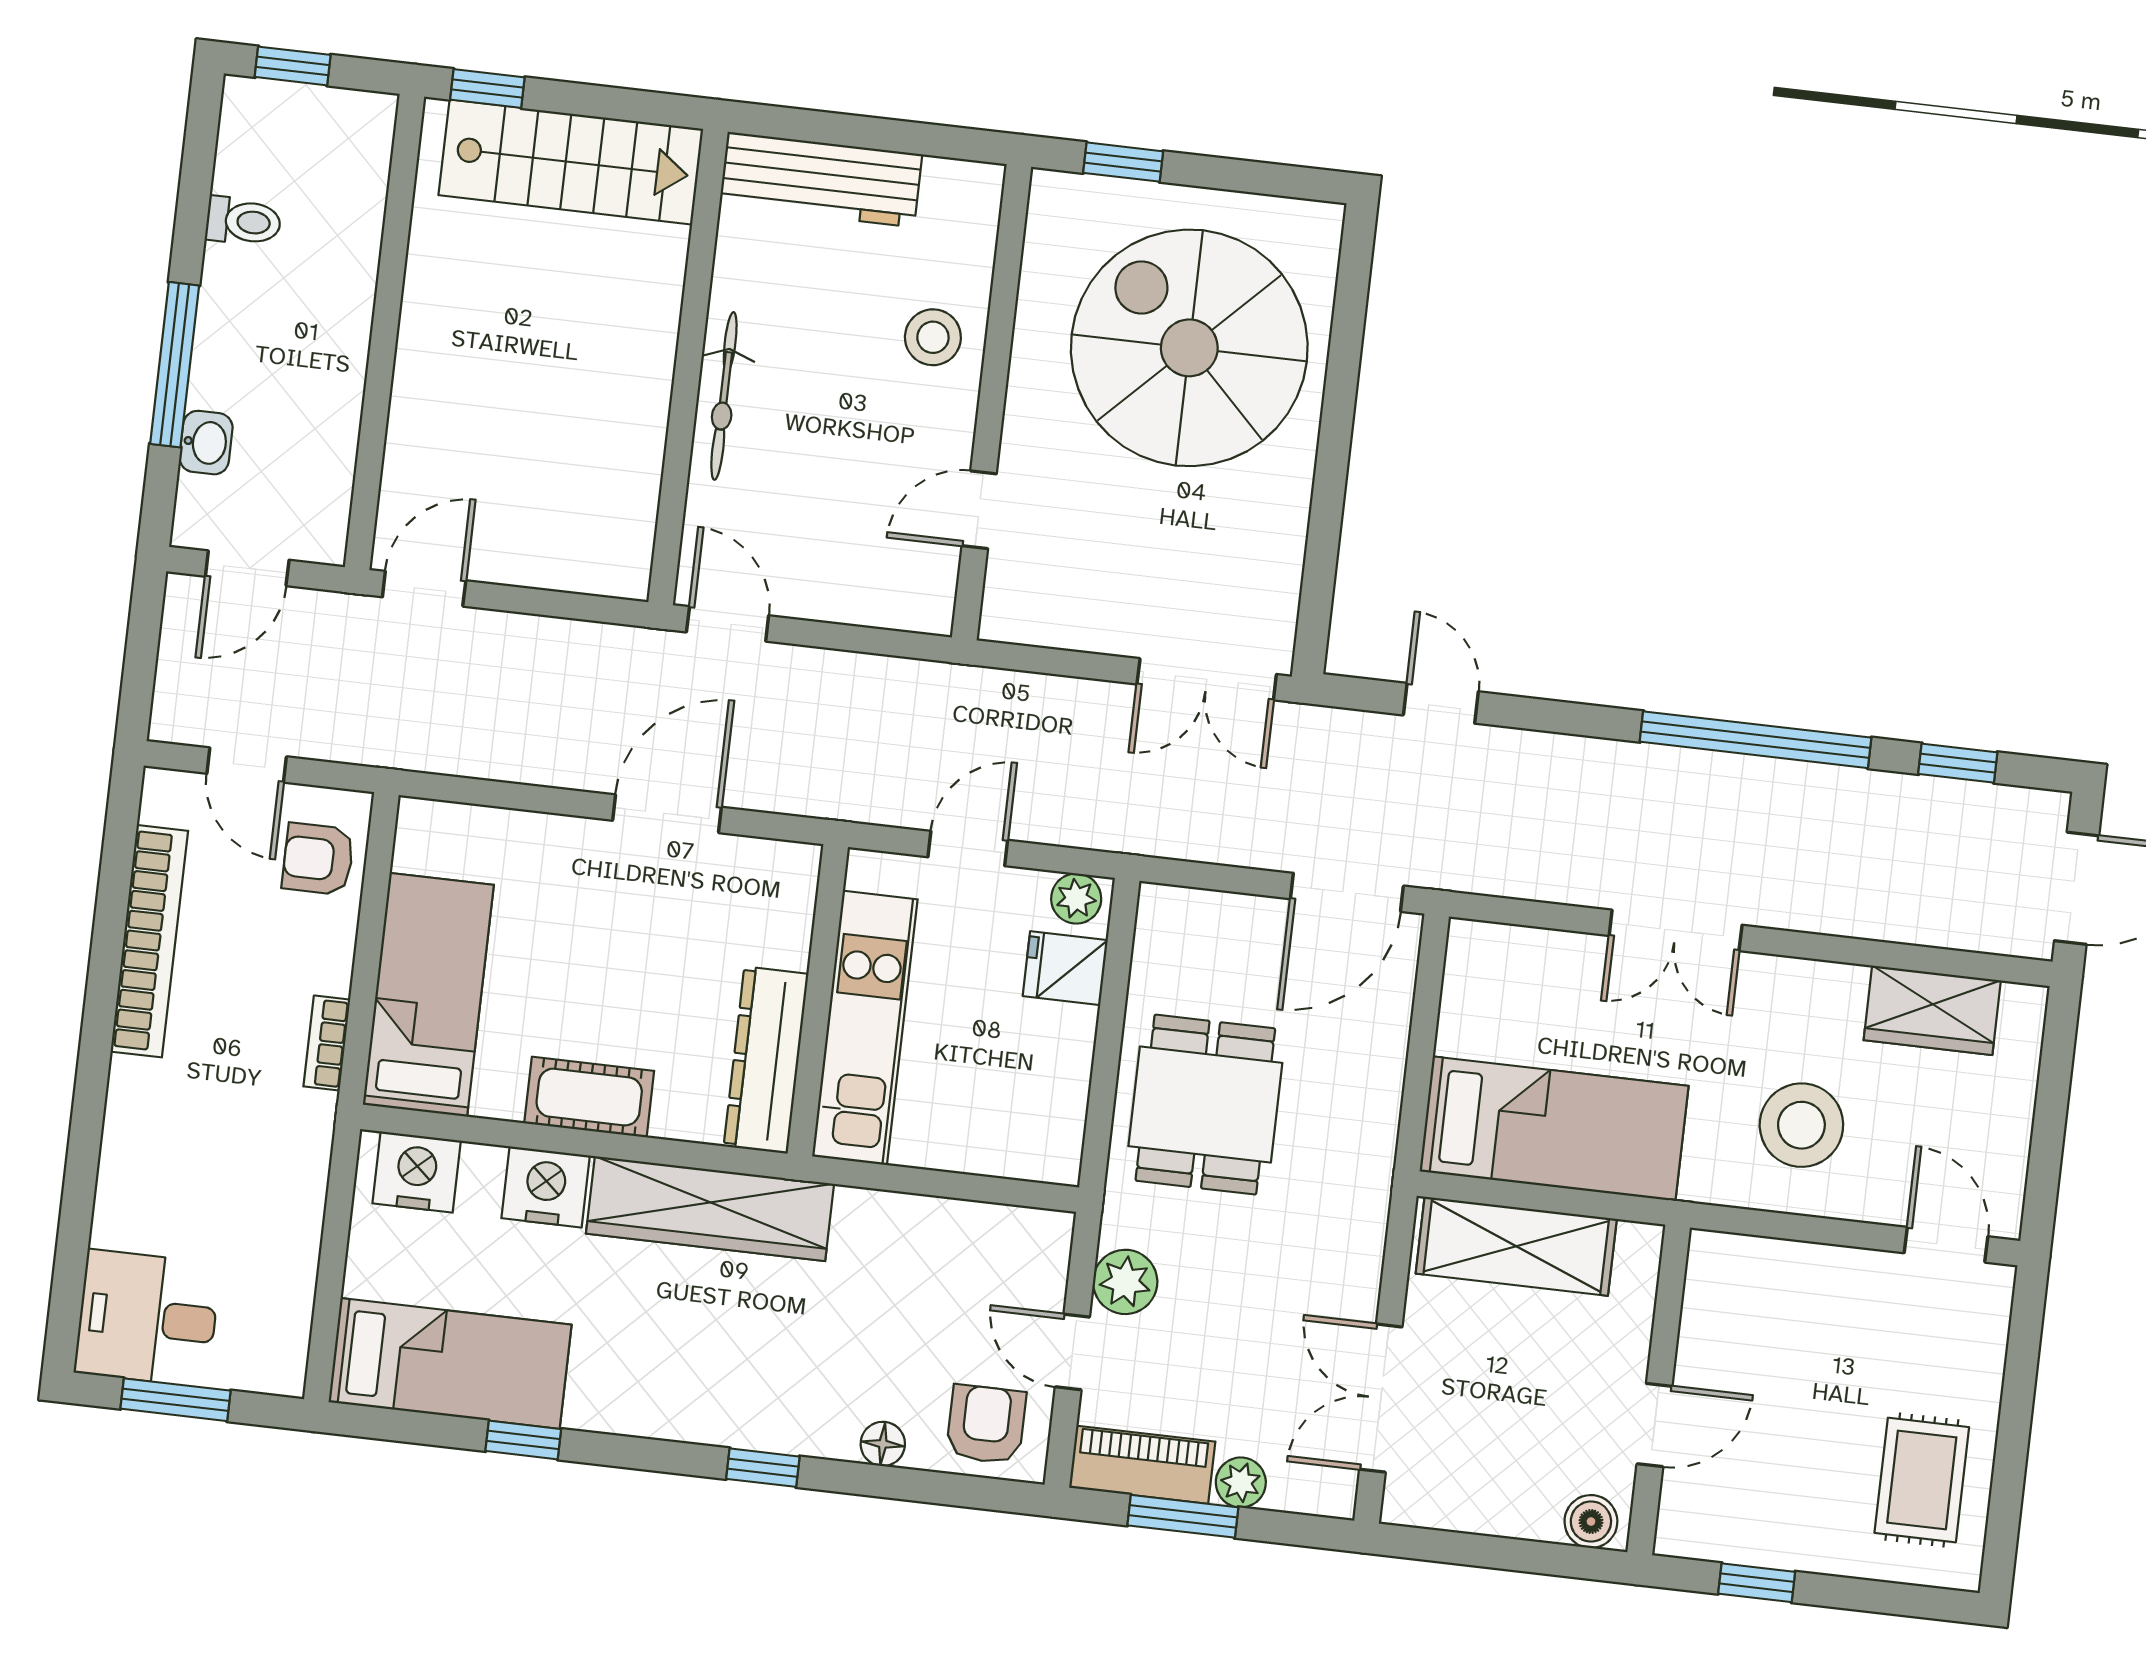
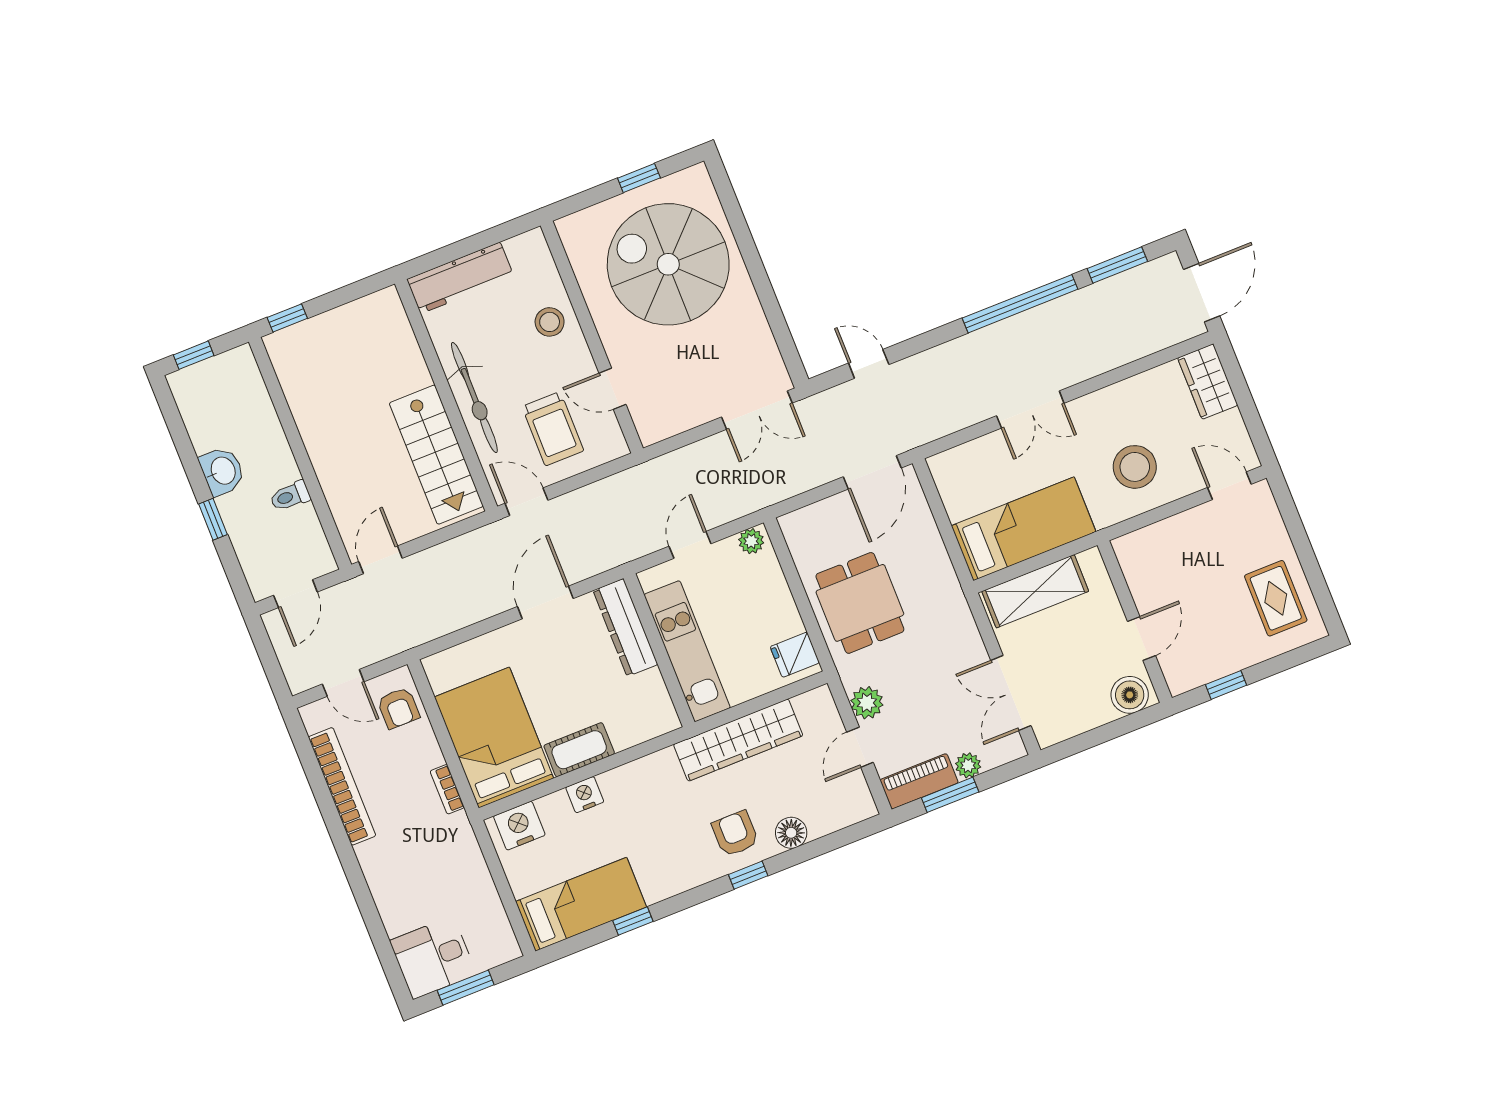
stairs: (571, 162) -> (436, 455), moved, turned 90
window: (1123, 162) -> (639, 178), moved
toilet: (243, 221) -> (290, 496), moved, turned 180
window: (175, 365) -> (213, 519), width x0.46
bicycle: (724, 396) -> (474, 397), width x1.37, depth x1.40
washbasin: (206, 443) -> (222, 471), moved, width x1.38, depth x1.45
door: (979, 510) -> (613, 389), hinge flipped
trolley: (840, 523) -> (553, 429), added
window: (1958, 763) -> (1117, 265), width x1.50
armchair: (318, 859) -> (398, 708), turned -90
fridge: (1065, 968) -> (795, 655), moved
bed: (428, 995) -> (494, 738), width x1.50
wardrobe: (1932, 1010) -> (1208, 382), moved, turned 90
dresser: (766, 1060) -> (625, 627), moved
nightstand: (546, 1187) -> (585, 795), width x0.74, depth x0.75
wardrobe: (710, 1209) -> (738, 740), moved
door: (1072, 1352) -> (860, 747), hinge flipped
armchair: (986, 1424) -> (735, 834), moved
floor lamp: (883, 1444) -> (791, 833), width x1.37, depth x1.37
boiler: (1591, 1522) -> (1130, 695), width x1.36, depth x1.36

